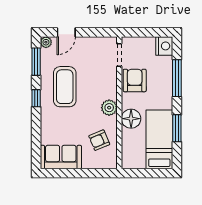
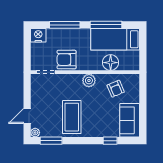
door: (66, 32) -> (27, 116), swing flipped
coffee table: (65, 87) -> (72, 117), turned 90
window: (36, 98) -> (110, 141), moved
floor lamp: (131, 119) -> (111, 63), moved
window: (177, 128) -> (106, 25), width x1.44

